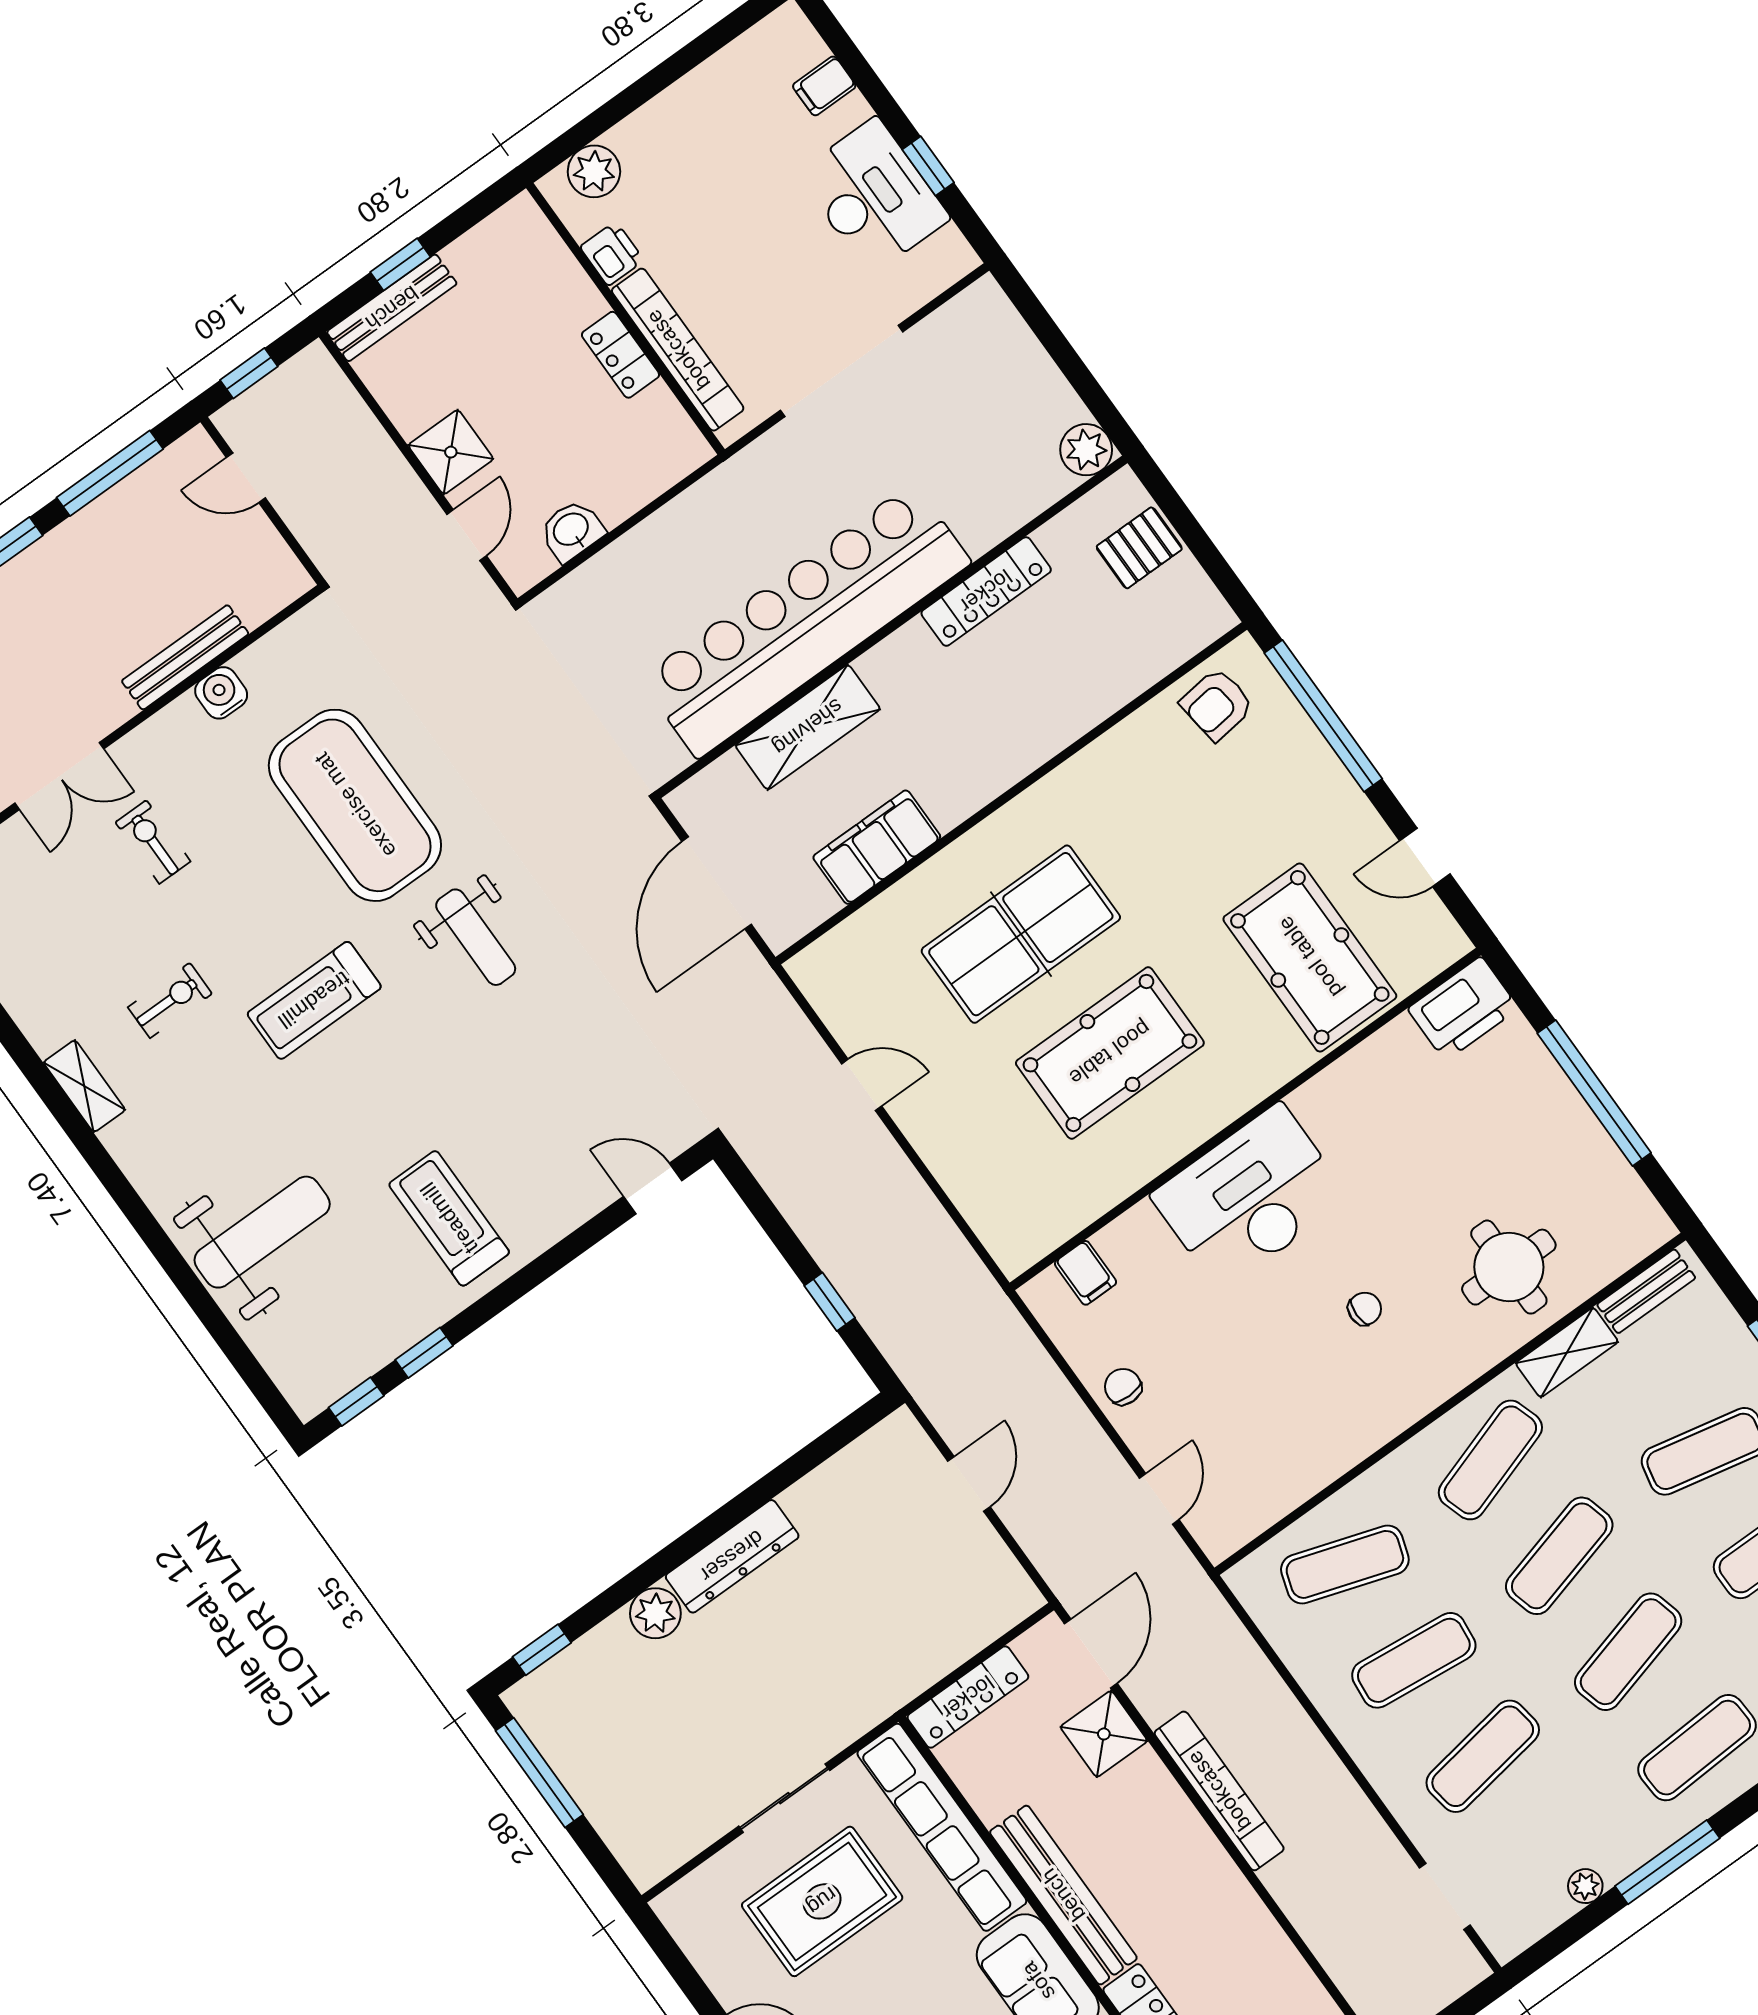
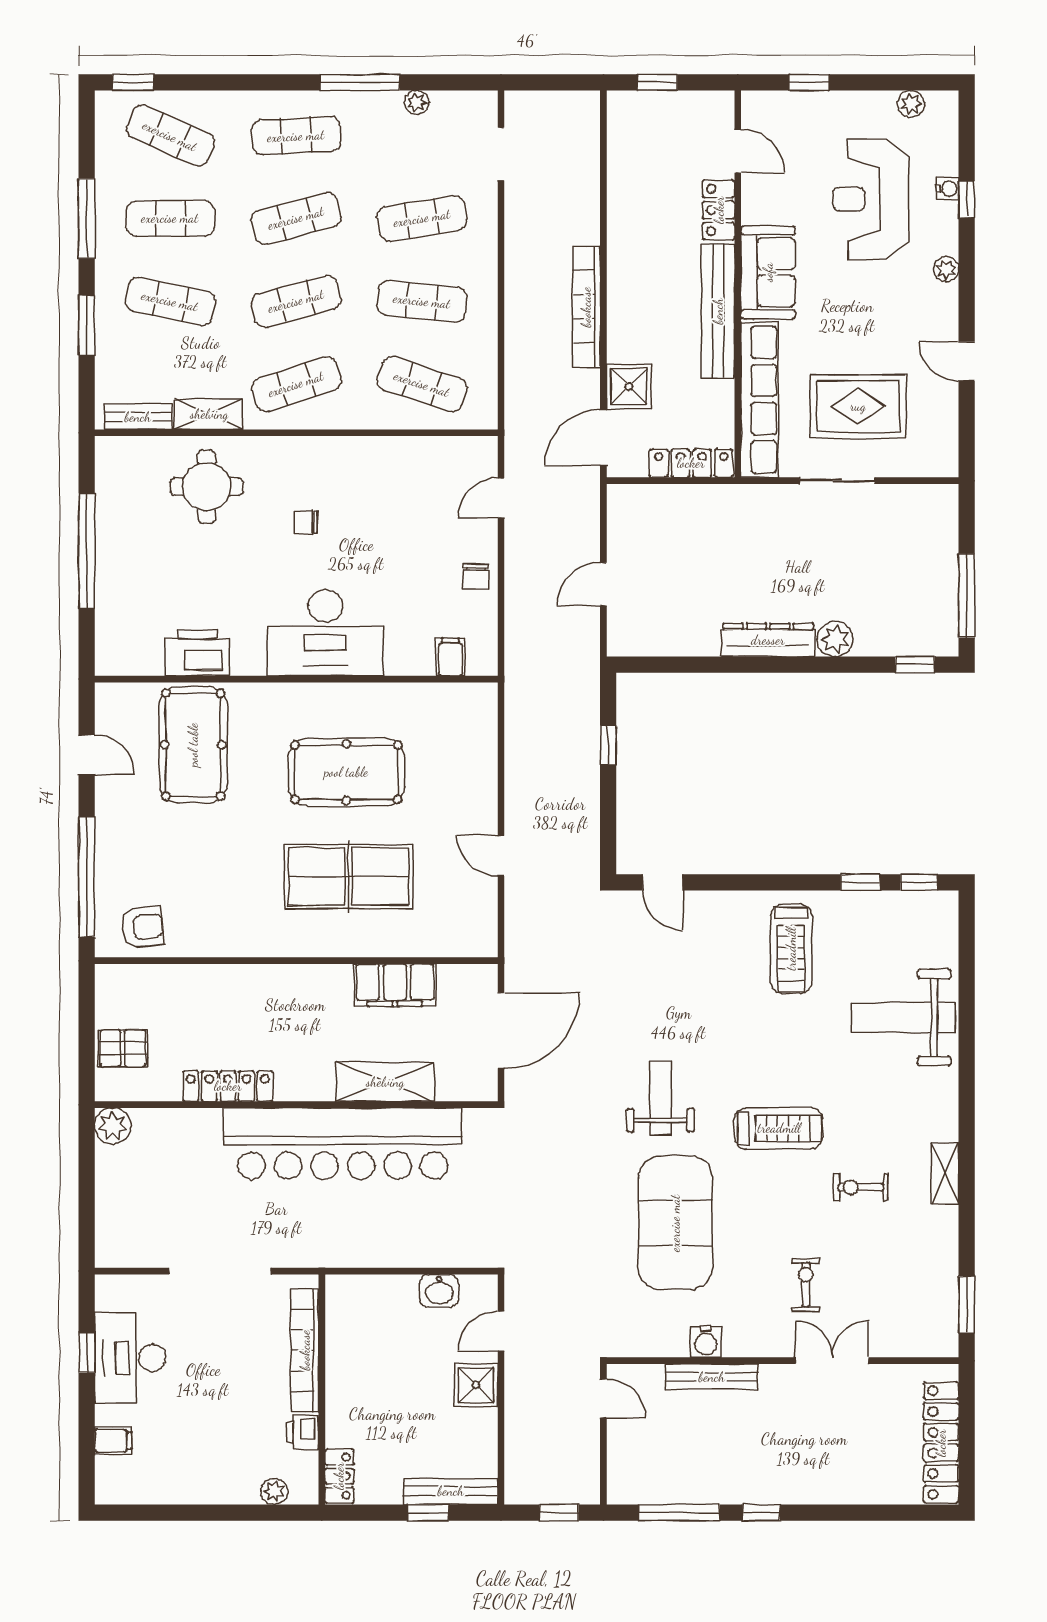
plant: (594, 171) -> (274, 1491), width x0.73, depth x0.73
locker: (620, 355) -> (339, 1476), moved
door: (246, 478) -> (603, 1398), moved
exercise bike: (153, 842) -> (806, 1285), turned 180
printer: (1463, 1009) -> (197, 653), moved

